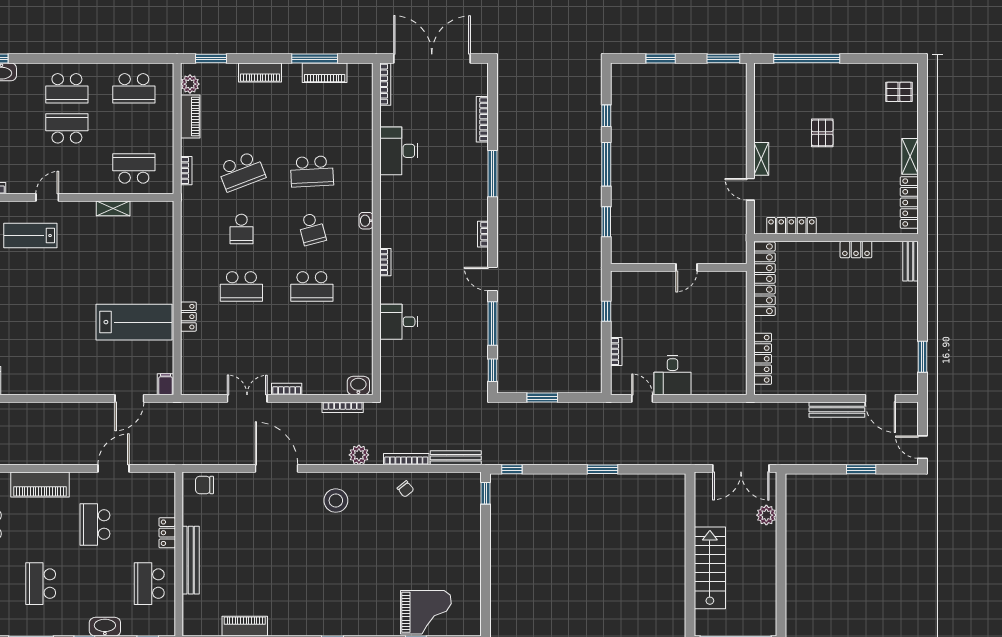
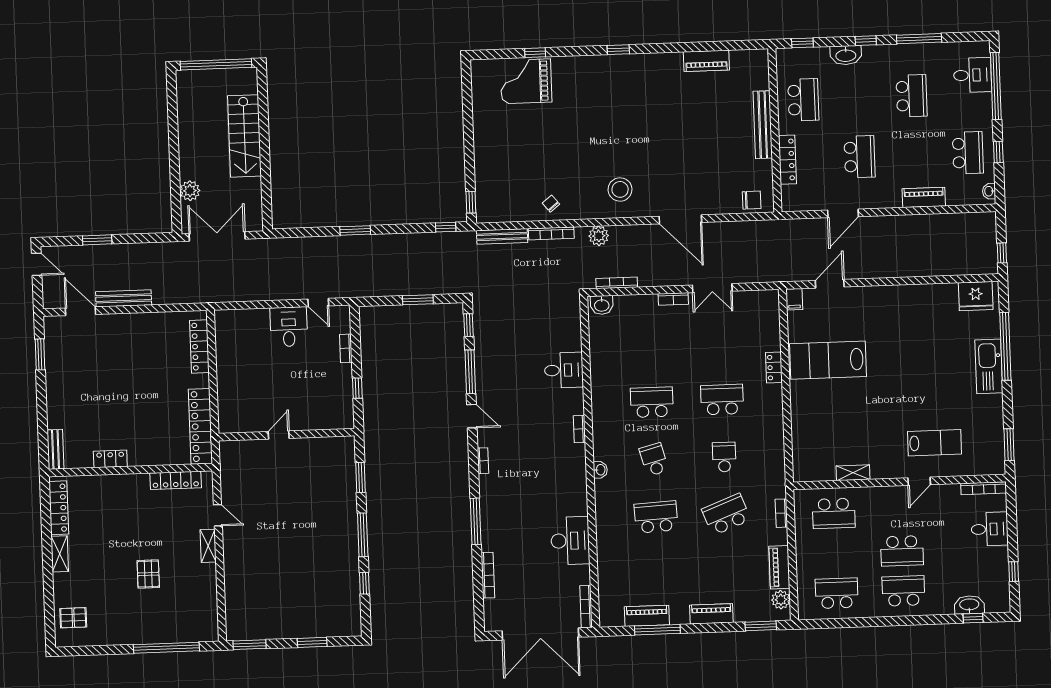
piano: (40, 485) -> (924, 197), width x0.73, depth x0.75
locker: (167, 533) -> (787, 160), width x1.53

